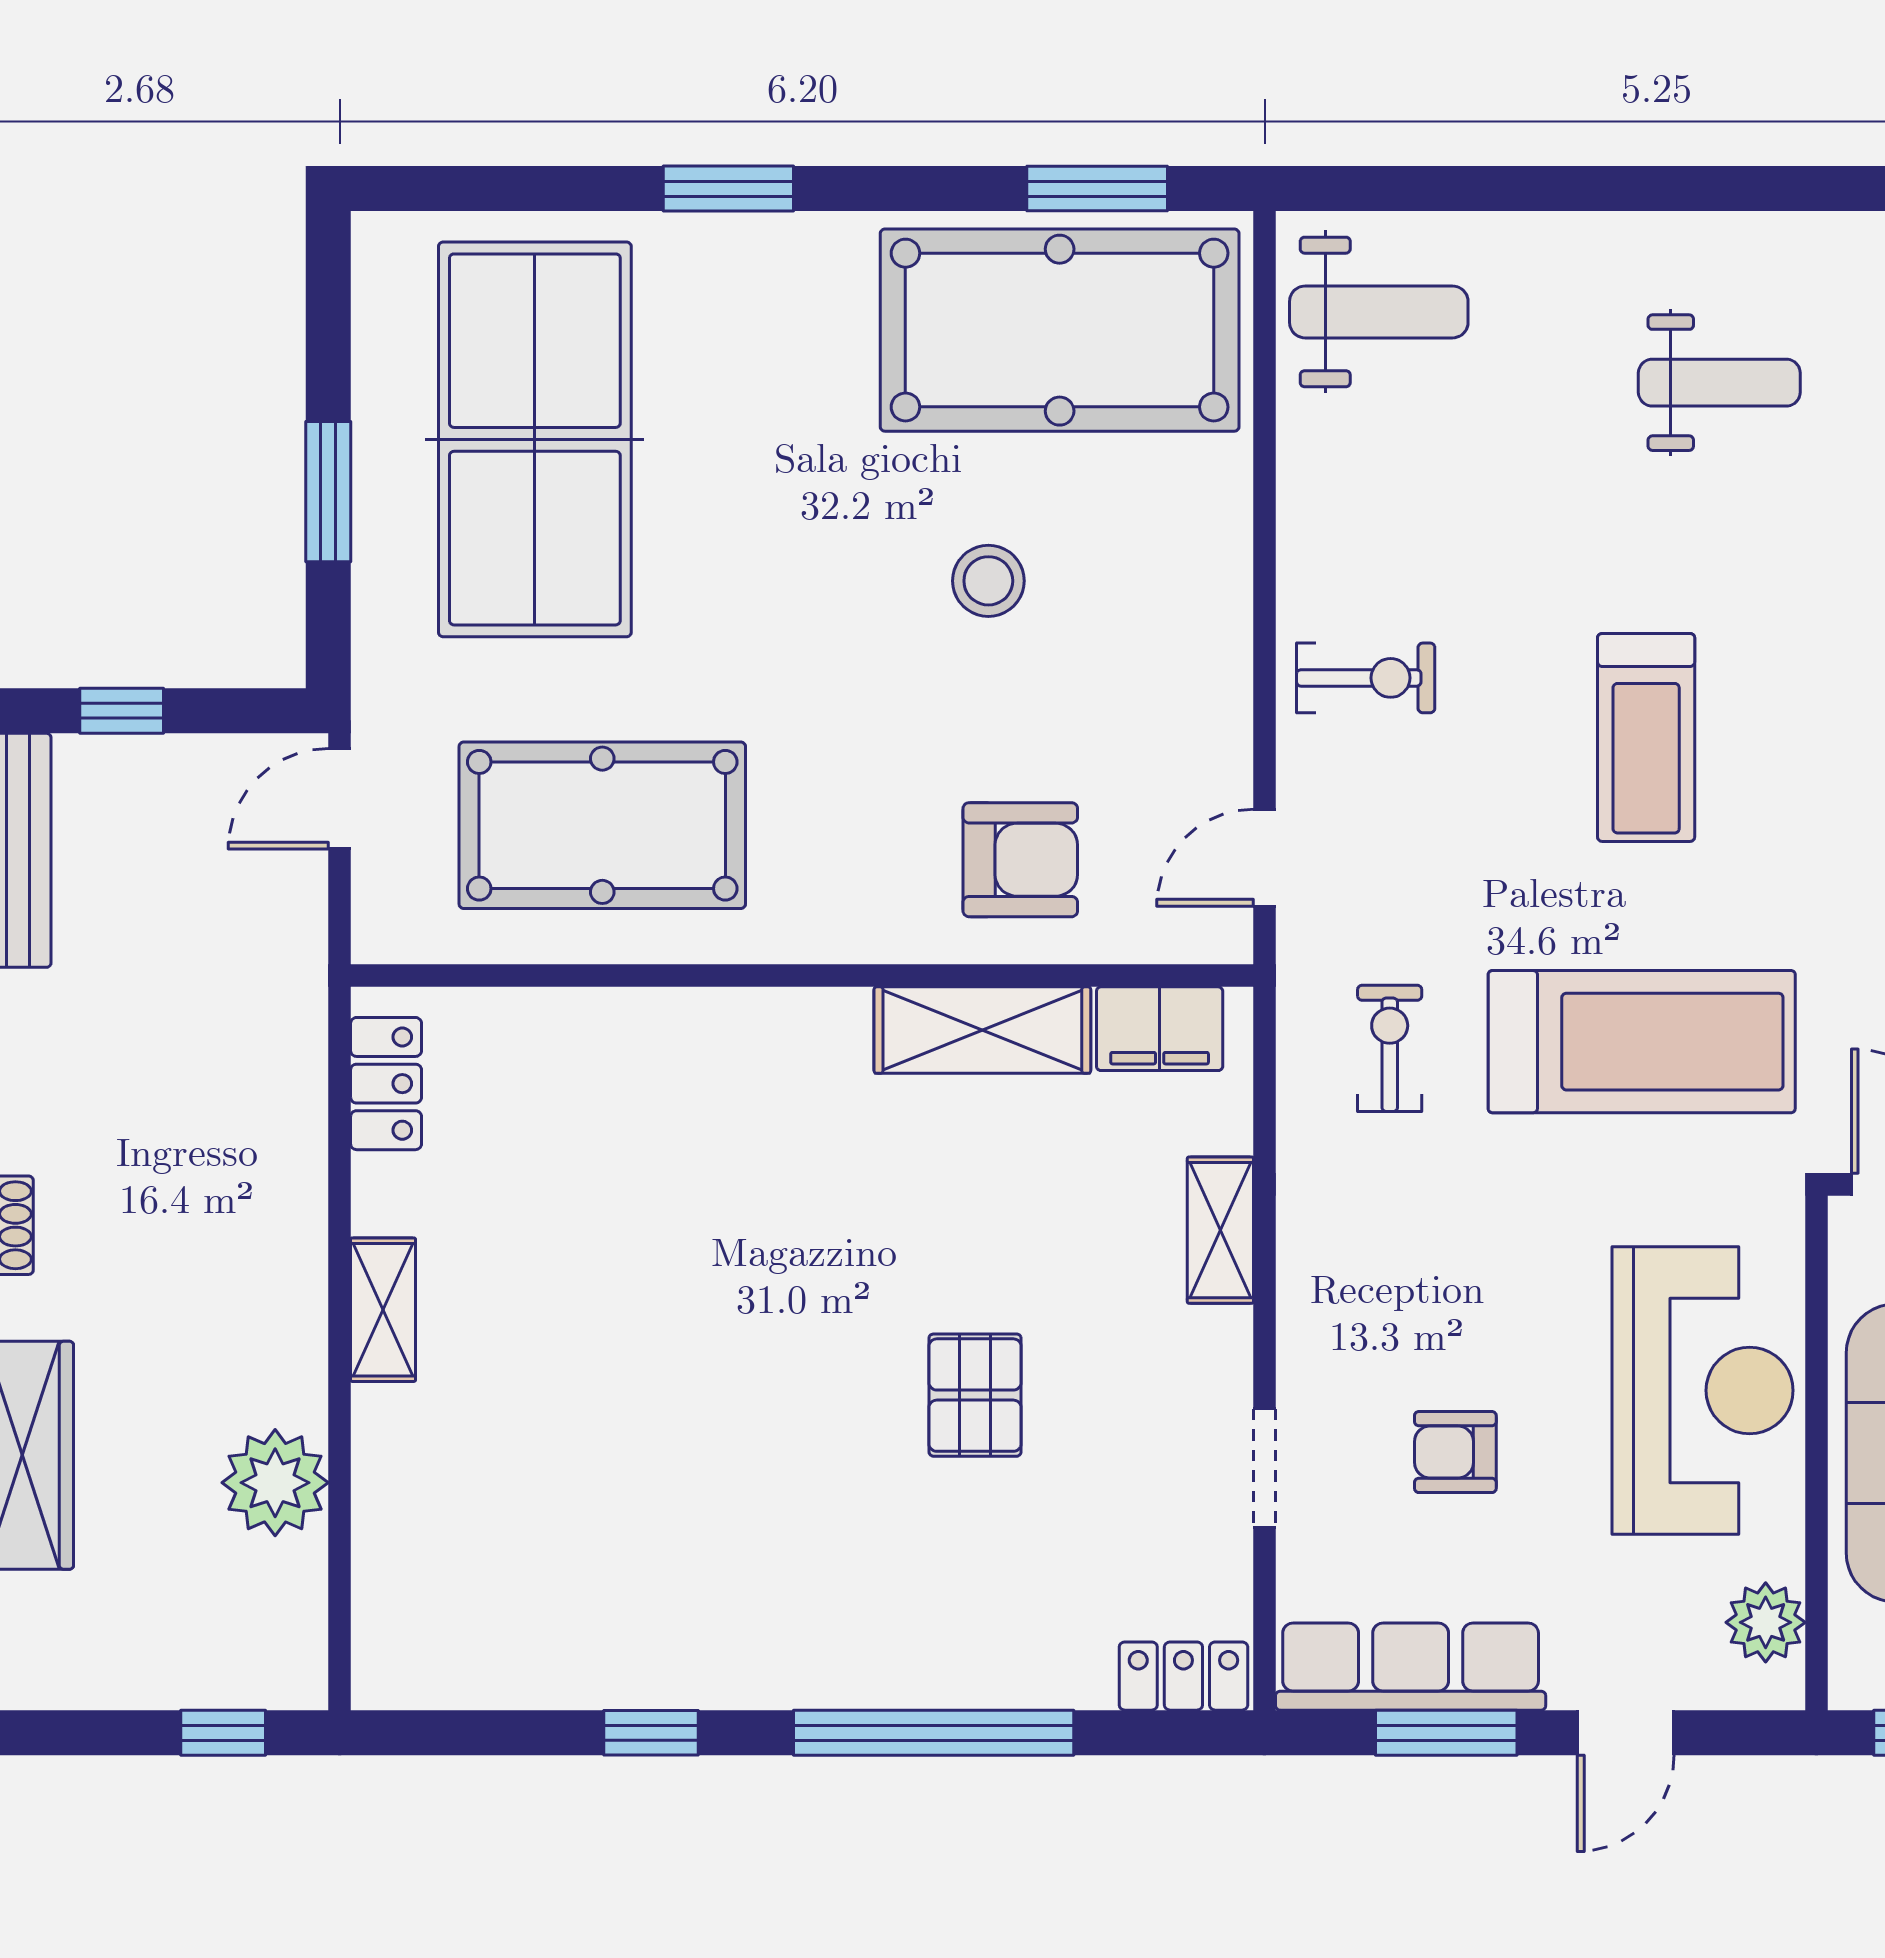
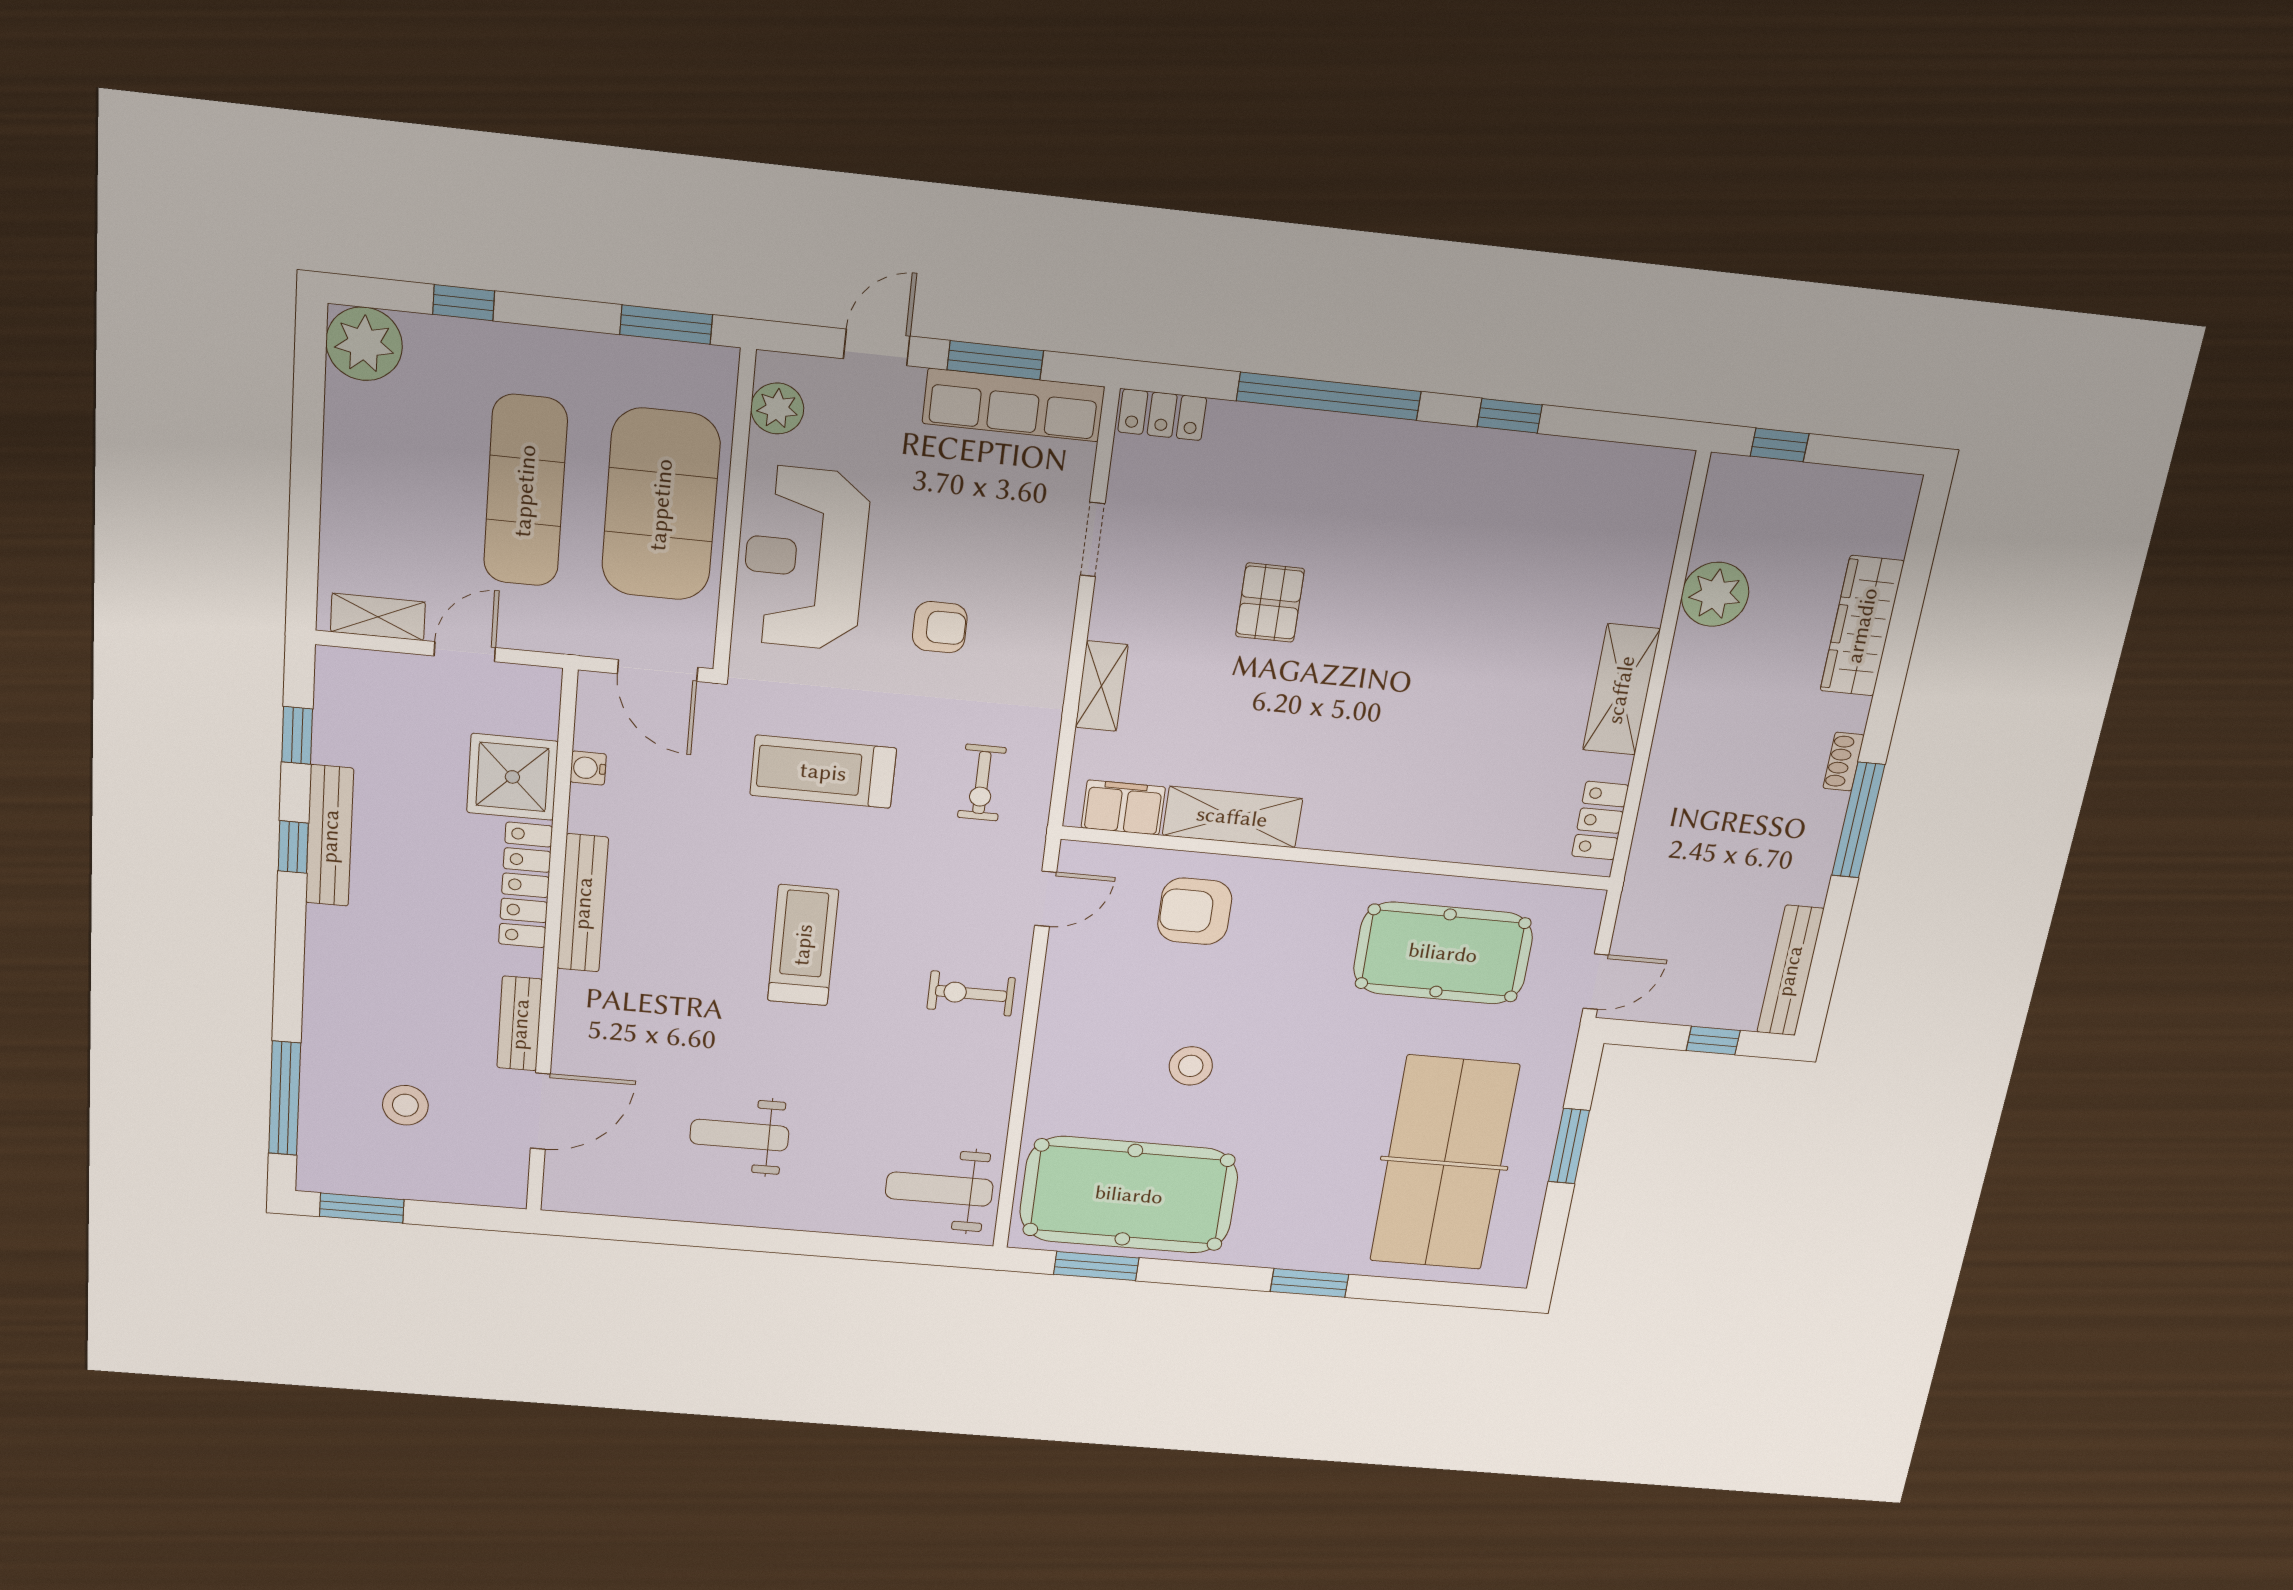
treadmill: (1642, 1042) -> (823, 772), width x0.73, depth x0.73
shelving: (383, 1310) -> (1621, 690), width x1.50, depth x1.33
armchair: (1455, 1452) -> (940, 627), moved

